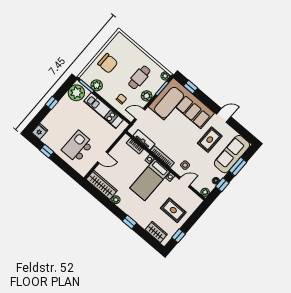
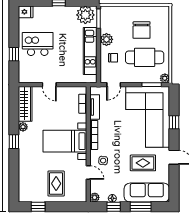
chair: (108, 63) -> (142, 30), moved
cafe table: (139, 77) -> (145, 57), width x1.37, depth x1.35
plant: (97, 85) -> (106, 39), moved
window: (191, 87) -> (174, 122), moved
plant: (147, 96) -> (134, 77), removed
door: (140, 114) -> (114, 85), swing flipped
kitchen island: (78, 147) -> (38, 44), moved
window: (47, 151) -> (14, 54), moved
window: (129, 222) -> (14, 142), moved
wardrobe: (156, 232) -> (25, 185), removed

